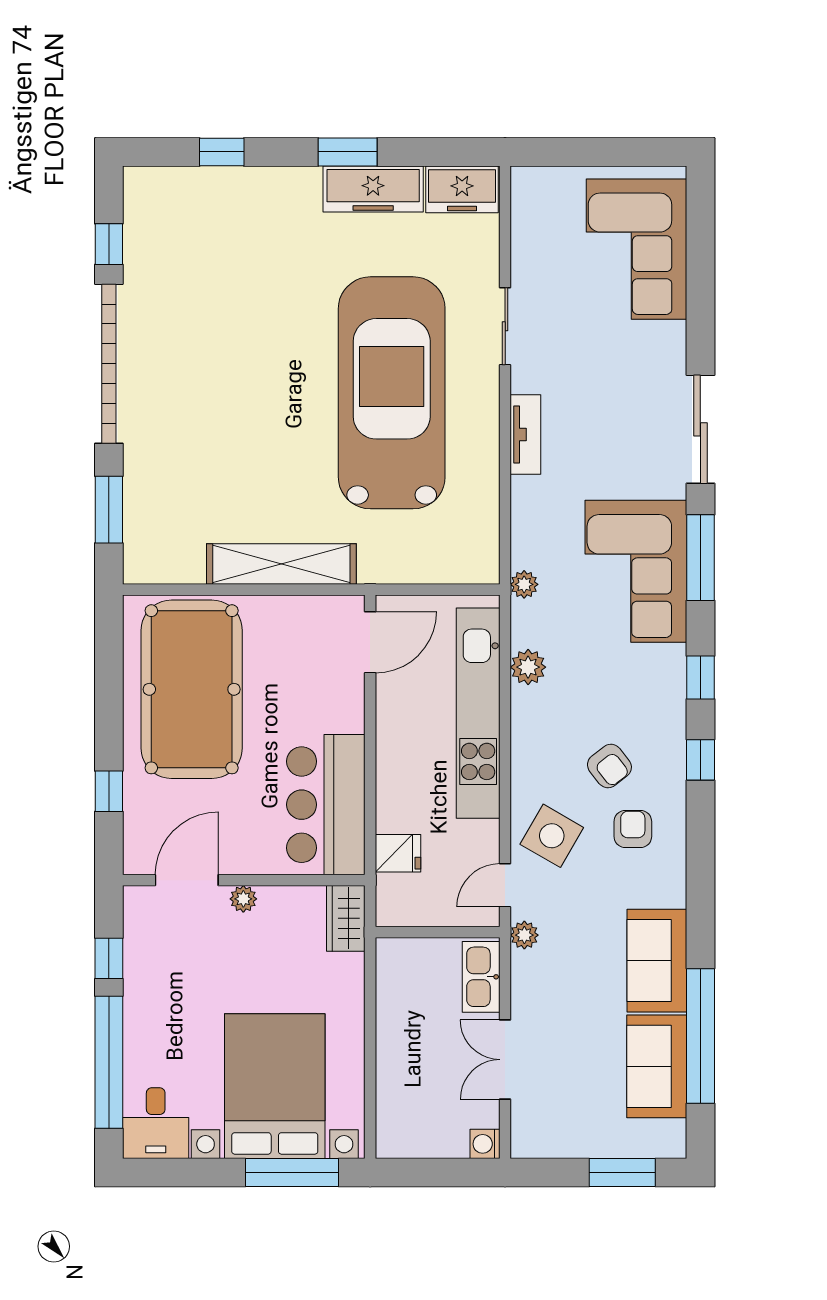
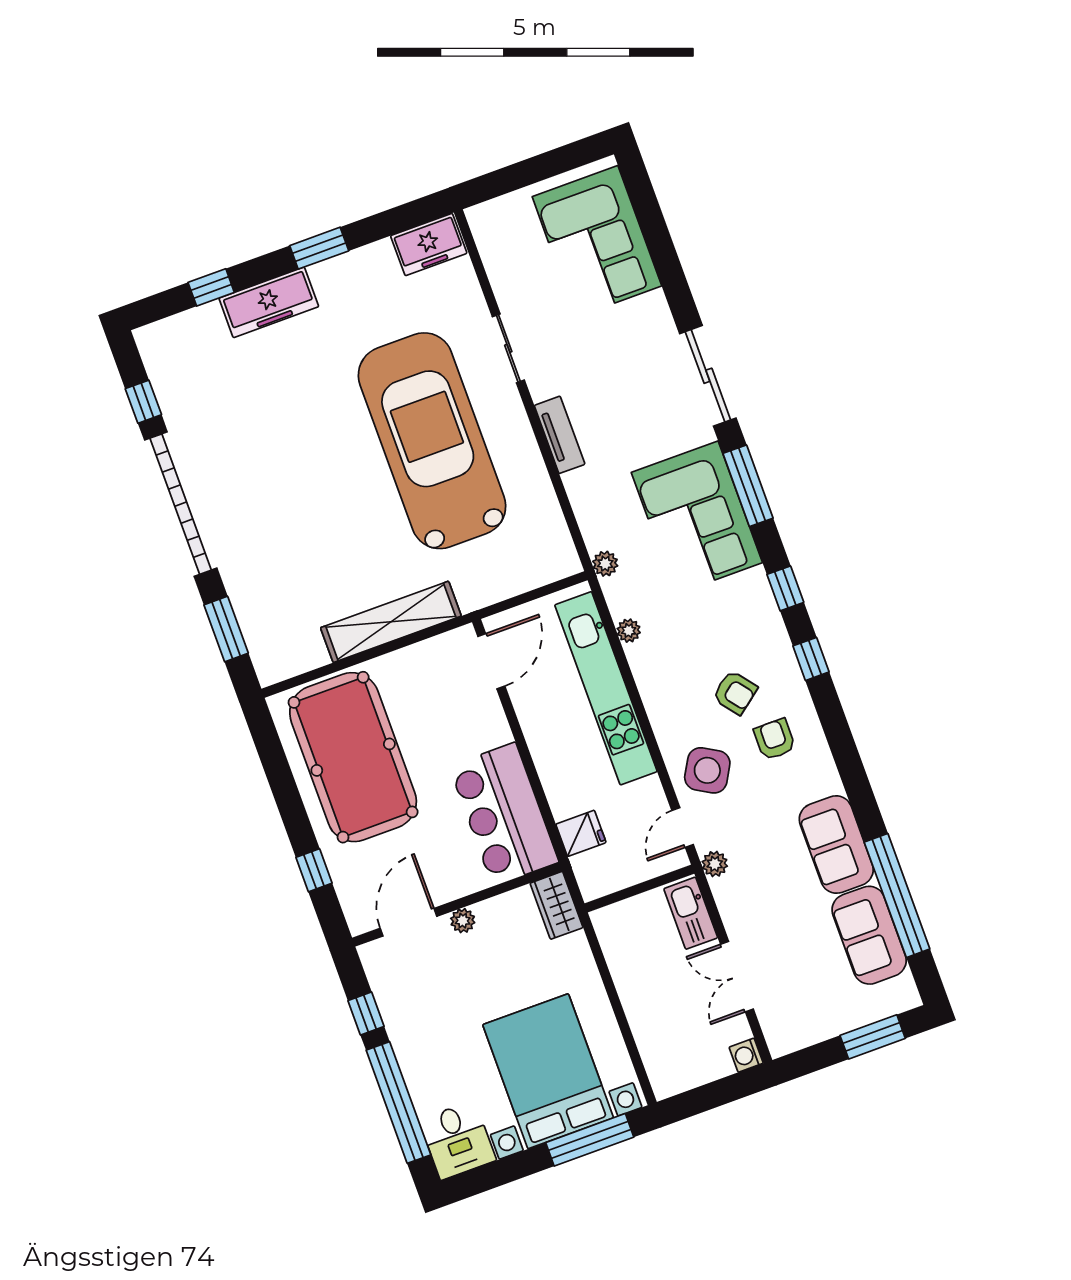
freezer: (373, 189) -> (269, 302), moved
plant: (528, 667) -> (629, 631), width x0.73, depth x0.73

